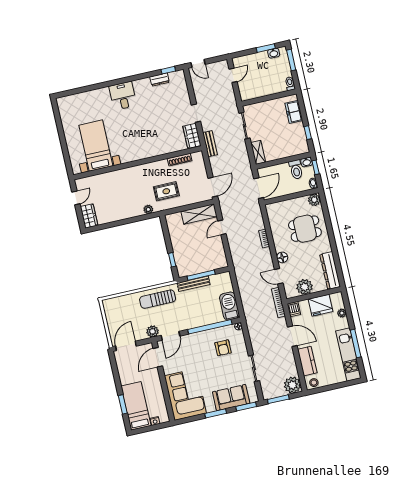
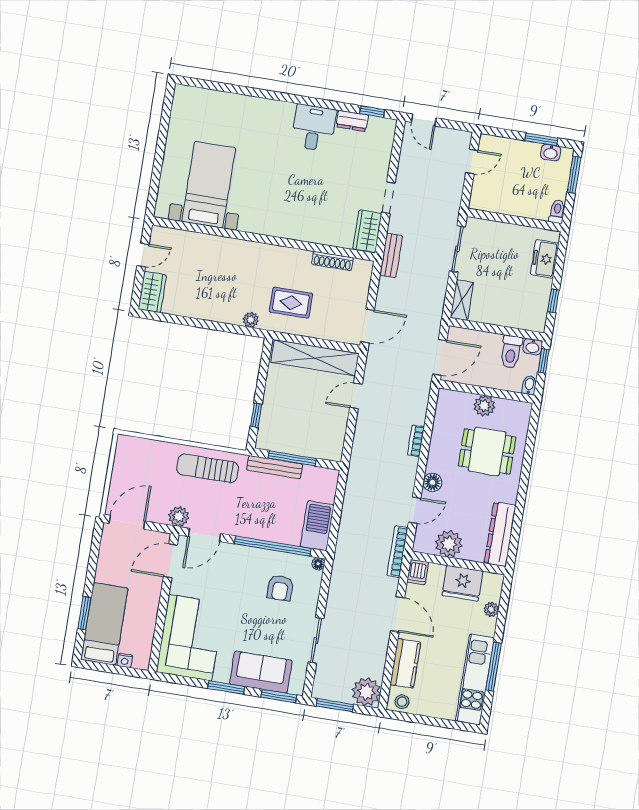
desk: (123, 96) -> (314, 128), moved
plant: (314, 200) -> (484, 406), moved
shelving: (199, 214) -> (315, 358), width x1.47
door: (279, 276) -> (415, 510), swing flipped

